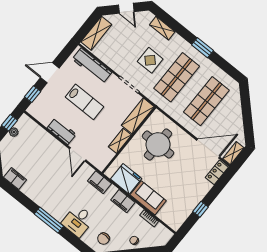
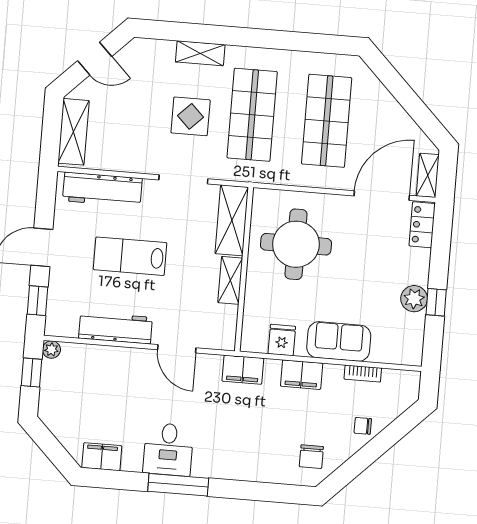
shelving: (162, 28) -> (200, 53), moved
window: (202, 48) -> (262, 38), removed
lab bench: (85, 102) -> (130, 256), turned 180
workbench: (62, 131) -> (116, 328), width x1.38
plant: (14, 132) -> (51, 350), moved
fridge: (126, 179) -> (282, 340), width x0.53, depth x0.75
plant: (192, 201) -> (414, 299), added
window: (49, 220) -> (178, 485), moved
desk: (78, 221) -> (168, 449), moved

